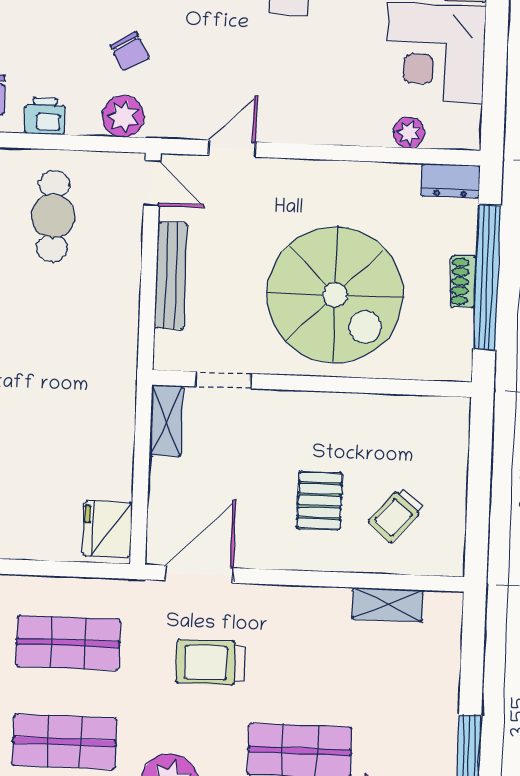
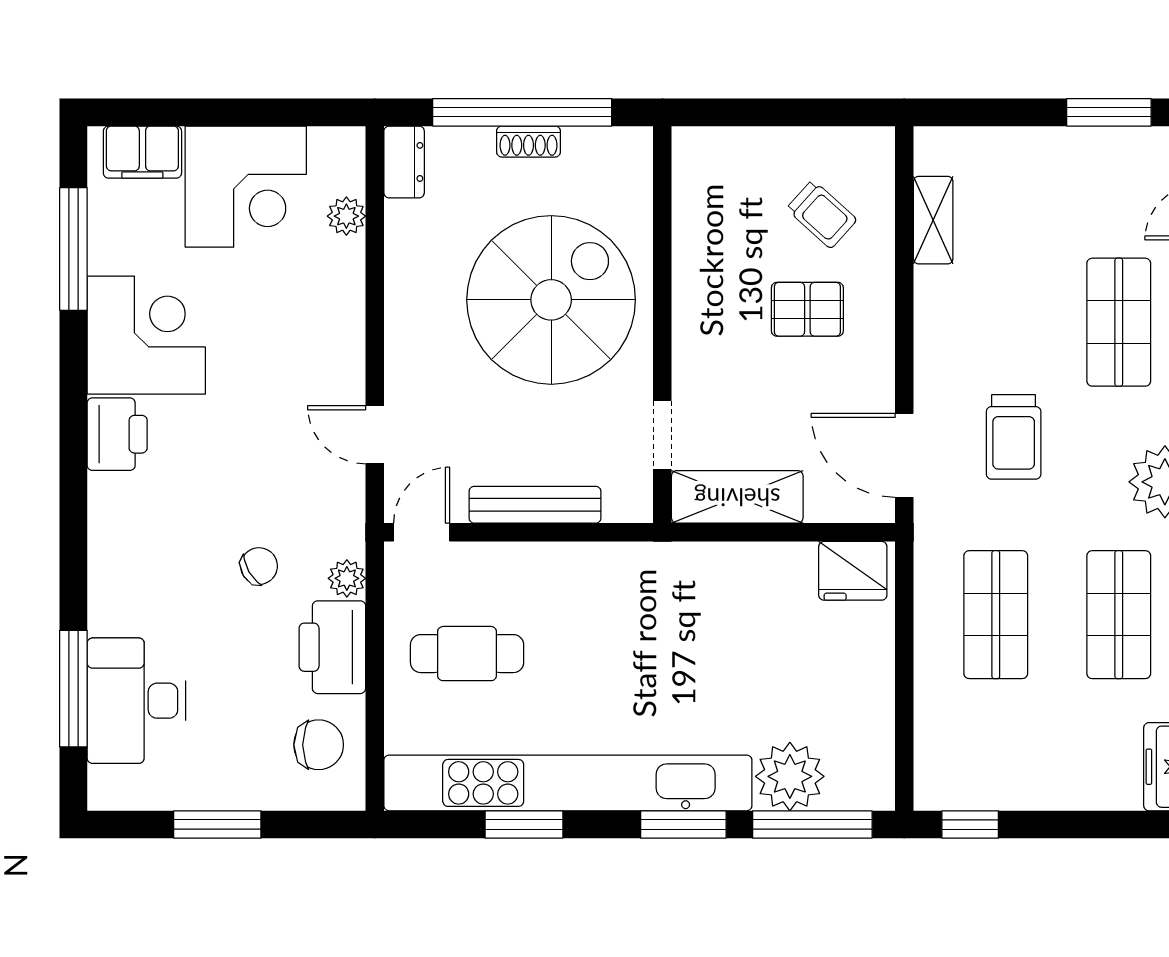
printer: (45, 116) -> (332, 647), width x1.87, depth x1.48
plant: (123, 116) -> (347, 578), width x0.73, depth x0.73
shelving: (166, 421) -> (737, 497), width x1.50, depth x1.33

